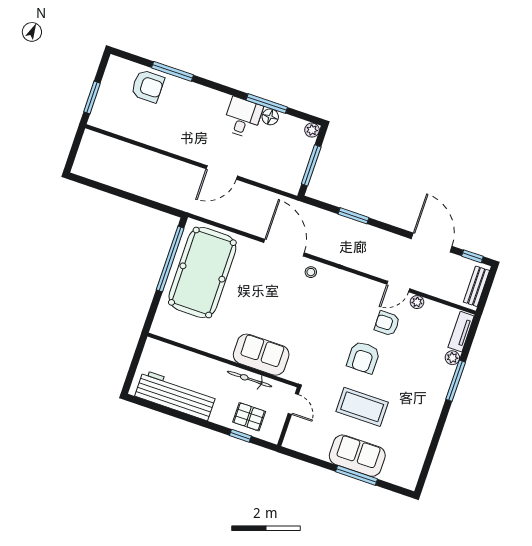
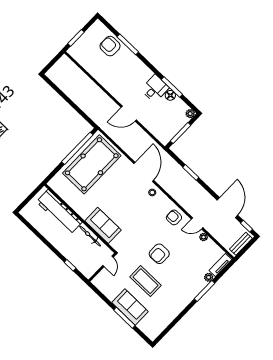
armchair: (148, 86) -> (110, 46), turned 180
armchair: (387, 323) -> (174, 217), moved
workbench: (176, 395) -> (59, 212), moved, turned 180
pallet: (249, 417) -> (80, 257), removed

